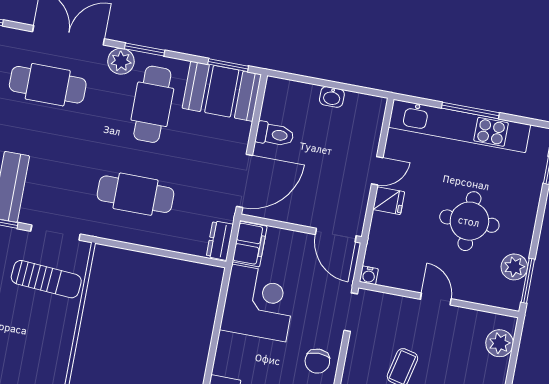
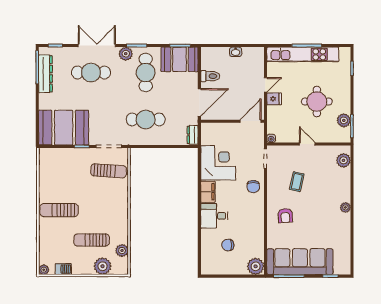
door: (336, 235) -> (251, 121), swing flipped
filing cabinet: (250, 244) -> (208, 192), moved

